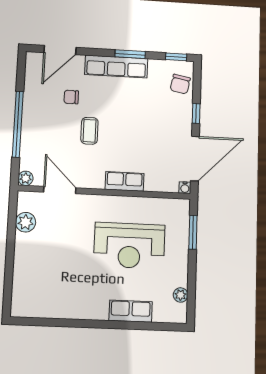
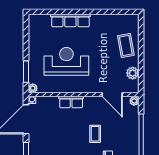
coffee table: (34, 267) -> (126, 45), added
plant: (181, 295) -> (33, 88), moved
row of seats: (131, 311) -> (70, 20), width x1.48

